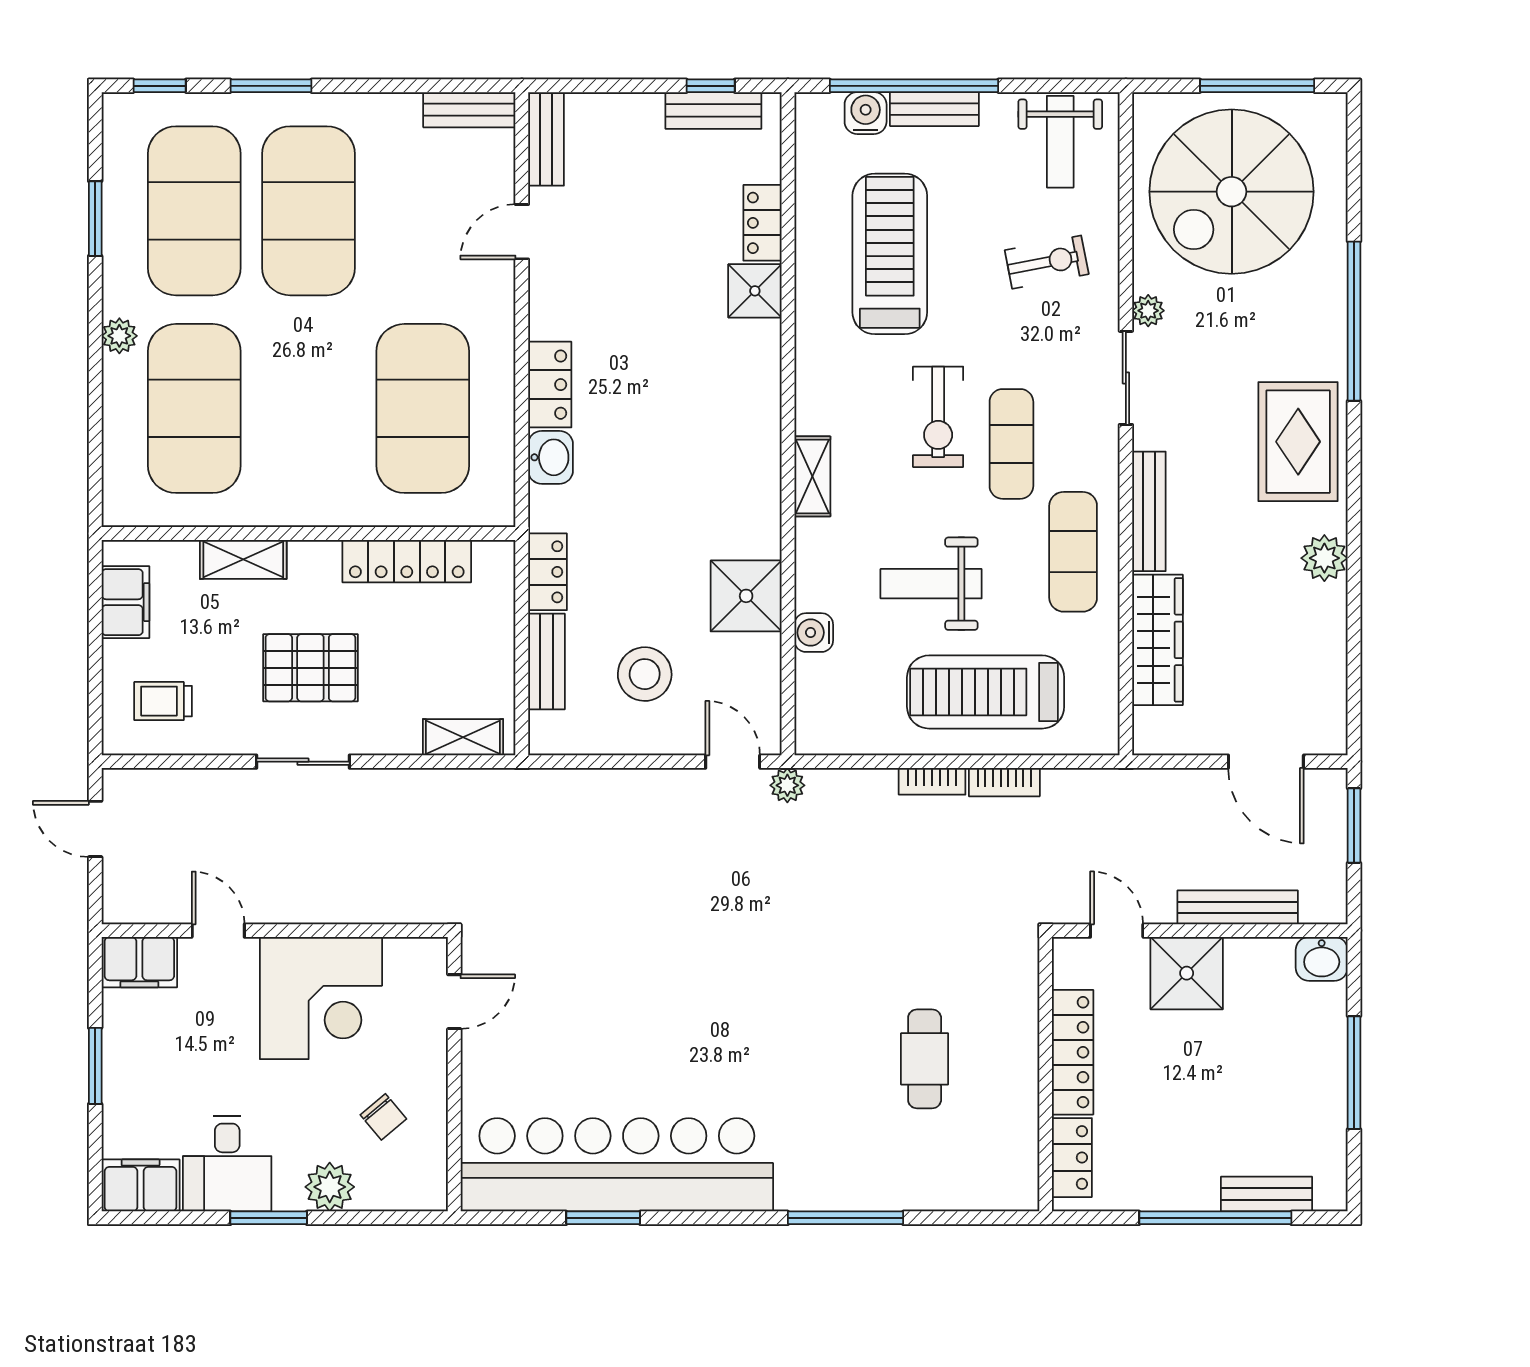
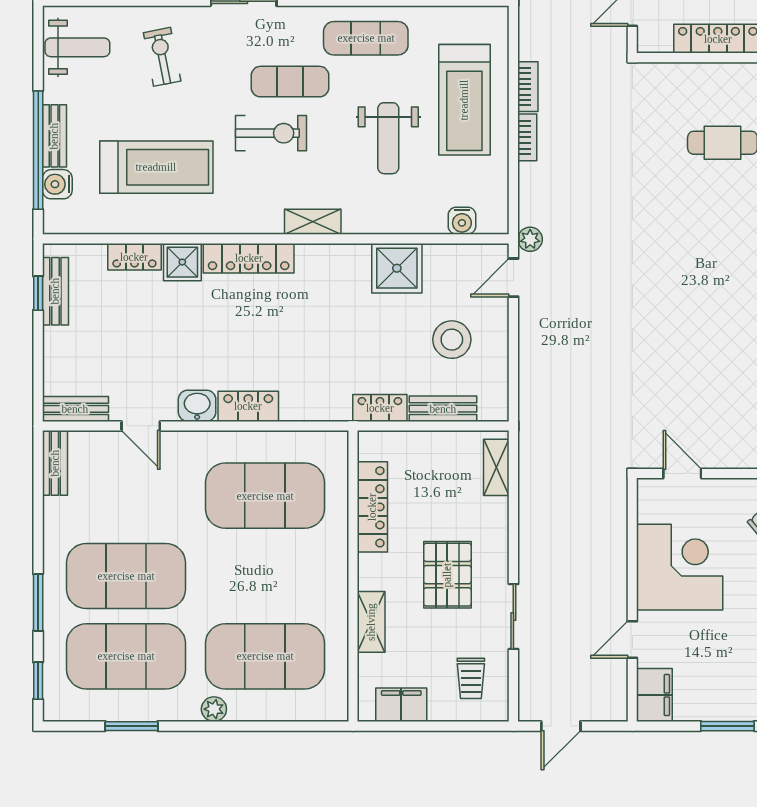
treadmill: (890, 254) -> (156, 167), turned 180
locker: (760, 385) -> (249, 258), added
washbasin: (551, 457) -> (197, 406), moved
water cooler: (814, 633) -> (462, 221), moved
sliding door: (303, 762) -> (513, 617), moved

